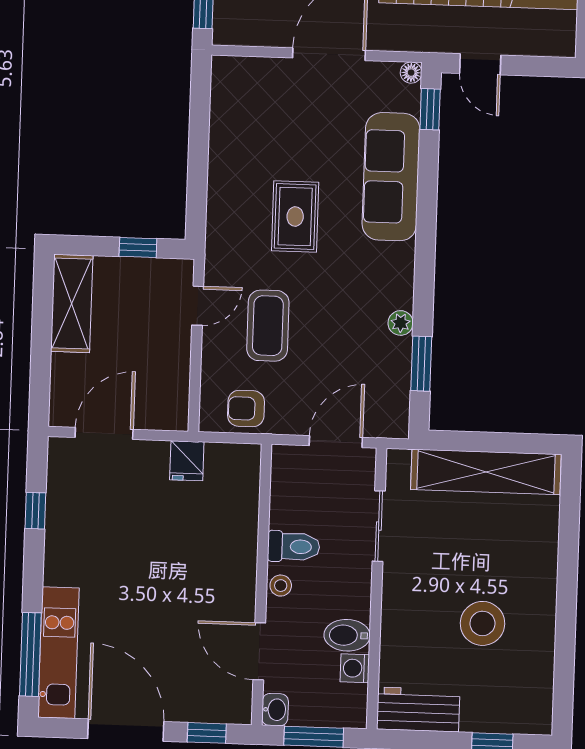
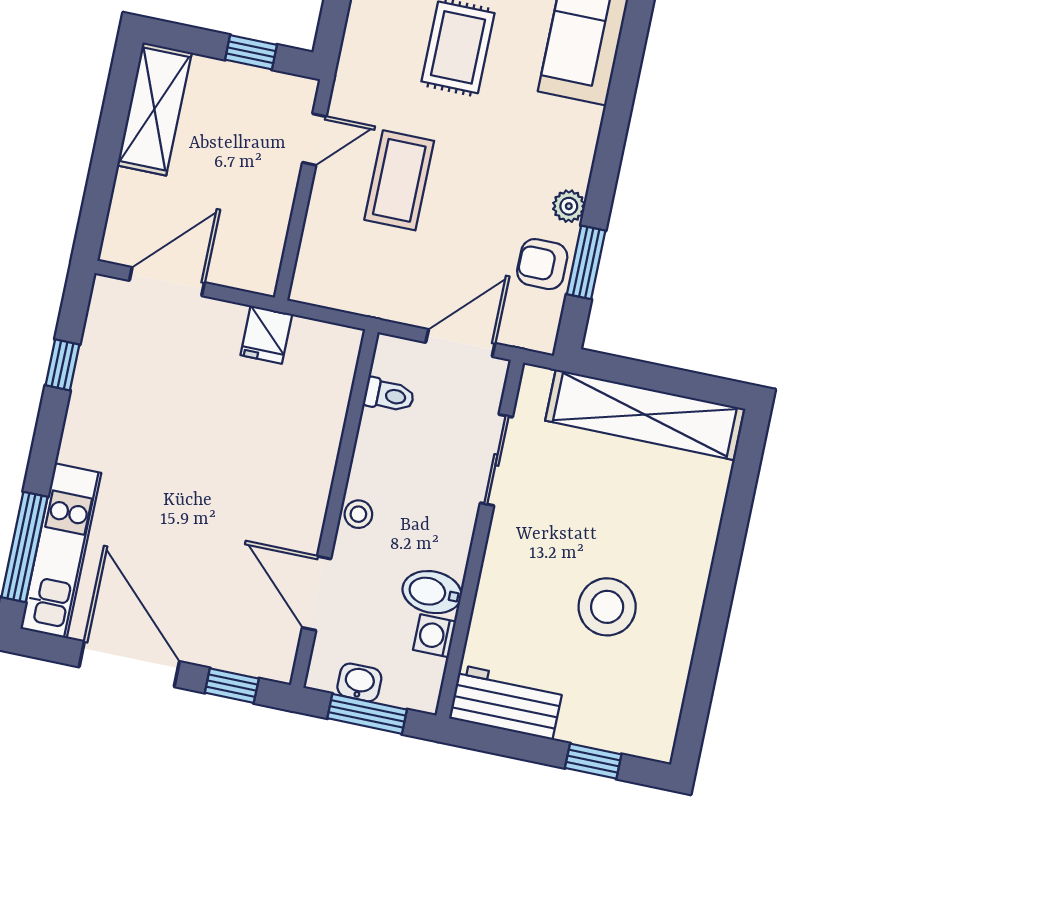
armchair: (246, 409) -> (542, 264), moved
toilet: (294, 547) -> (389, 395), moved, width x0.73, depth x0.72
washbasin: (275, 710) -> (359, 682), moved, turned -90

